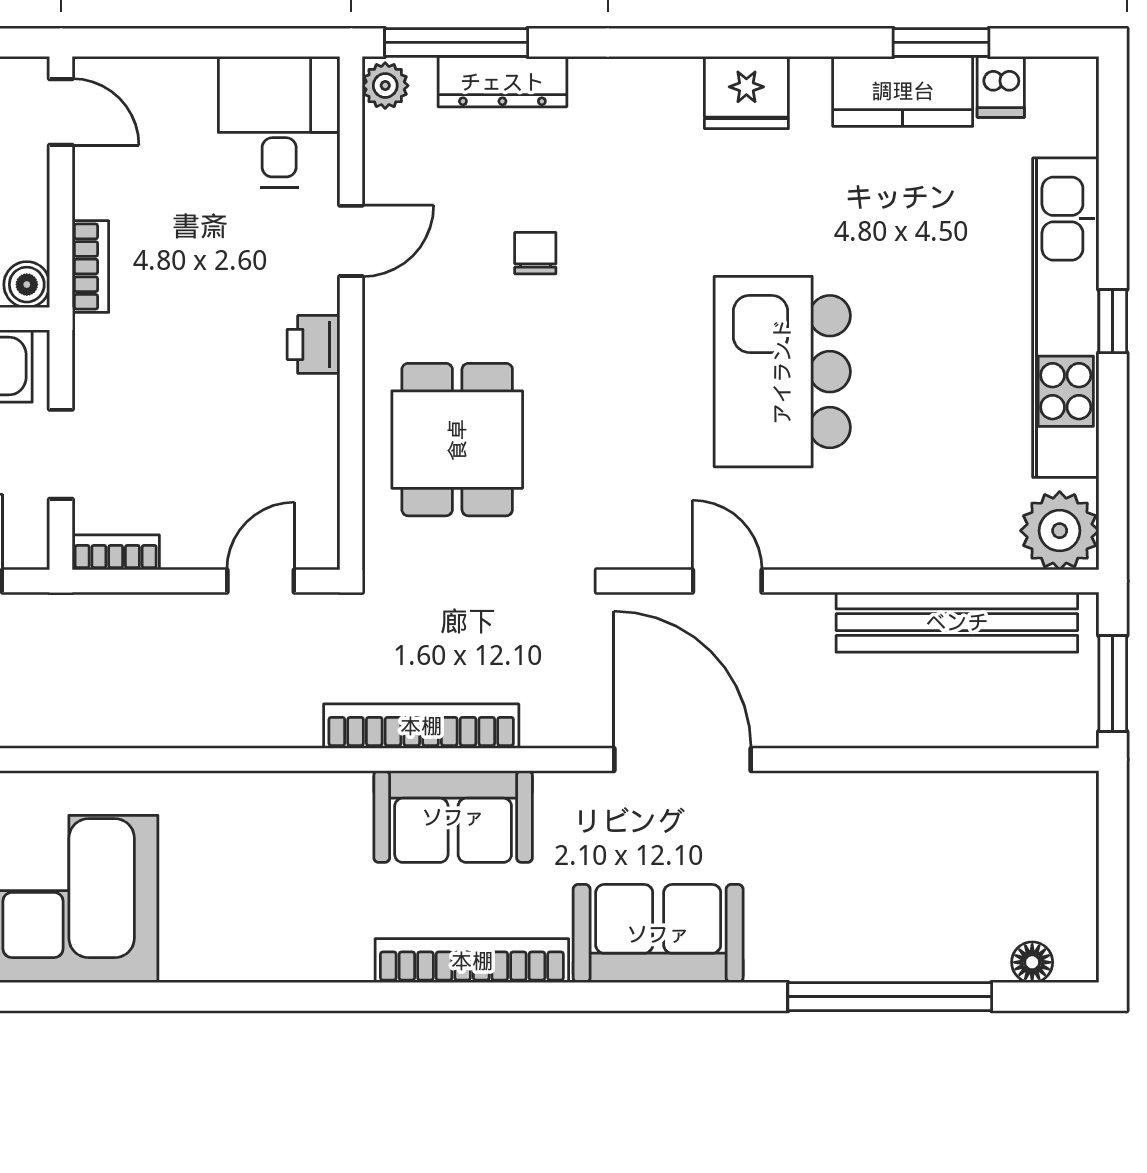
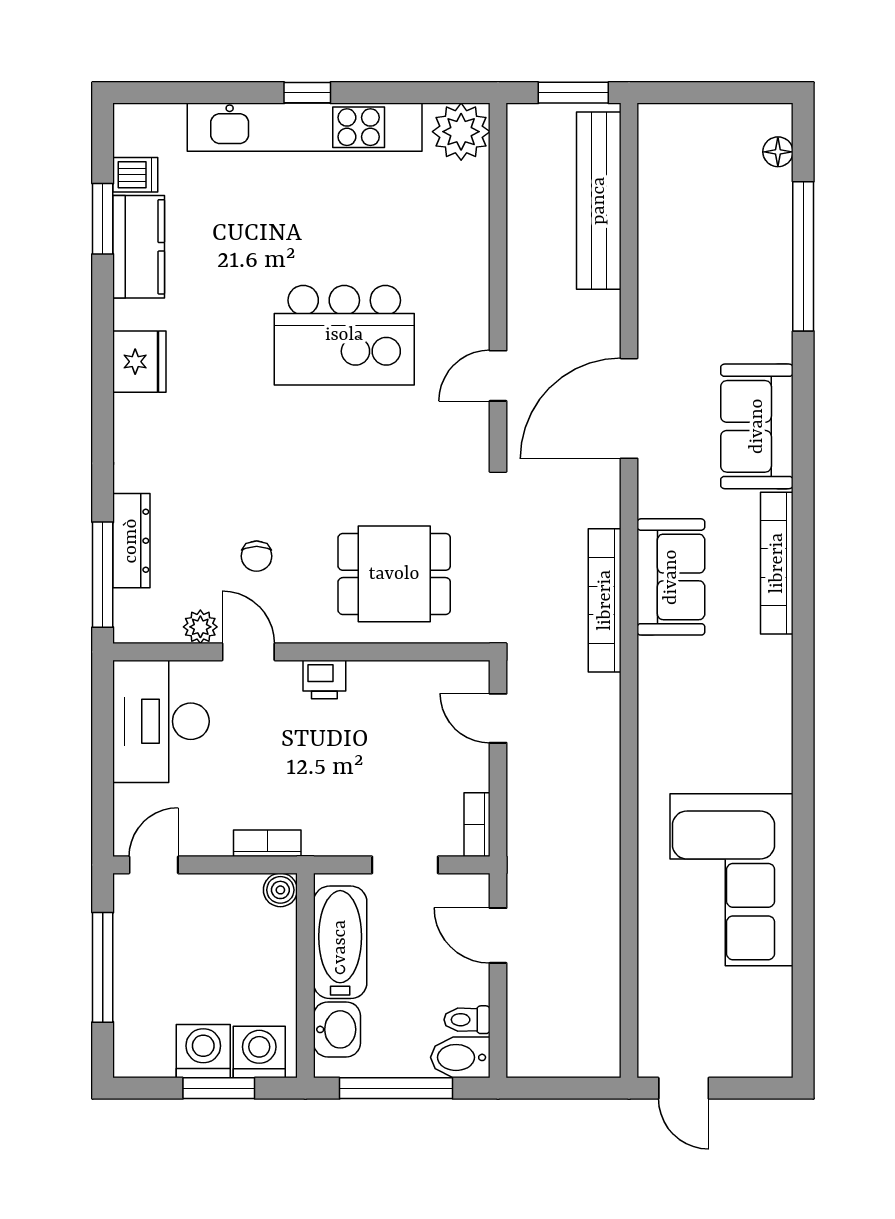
plant: (385, 86) -> (200, 627), moved
desk: (279, 122) -> (161, 721), width x1.37
chair: (535, 253) -> (257, 556), moved, turned -90
bench: (957, 622) -> (599, 201), moved

